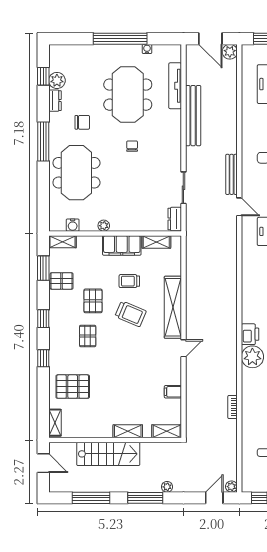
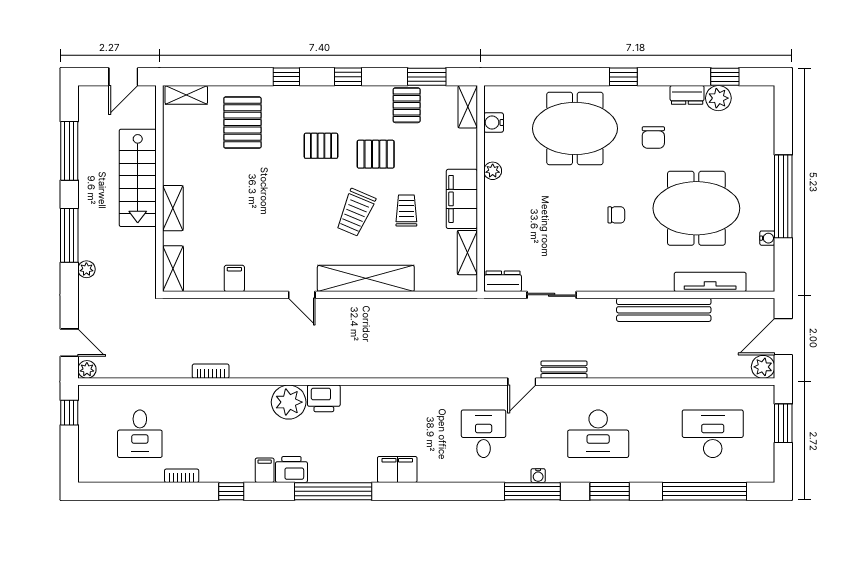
window: (43, 142) -> (623, 77), width x0.46
bench: (232, 174) -> (564, 370), width x0.73

